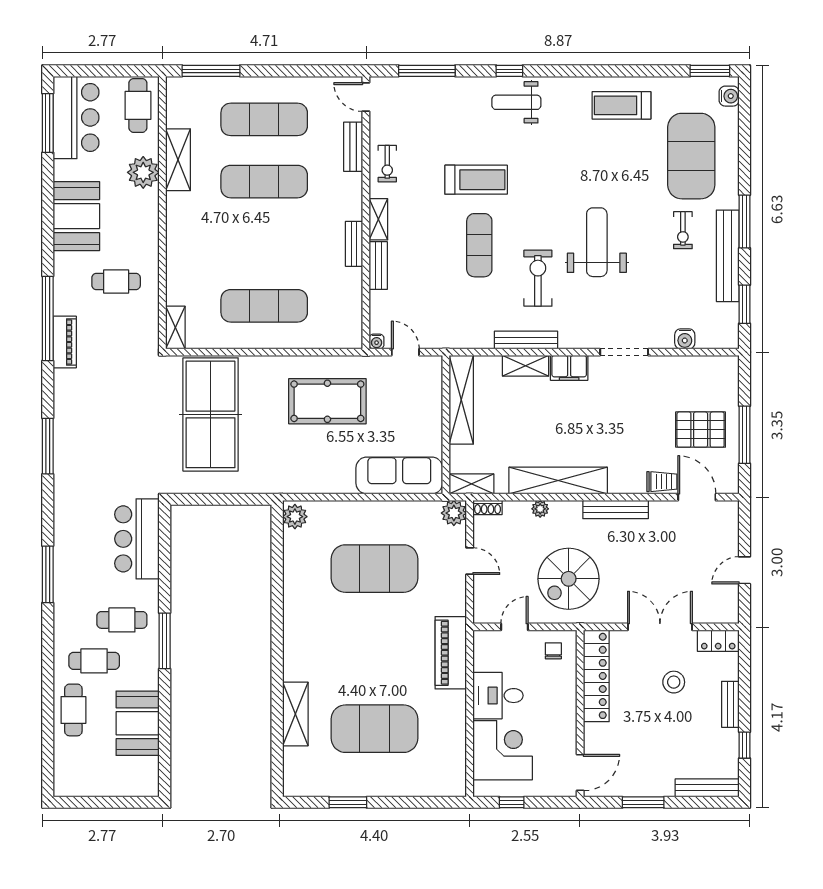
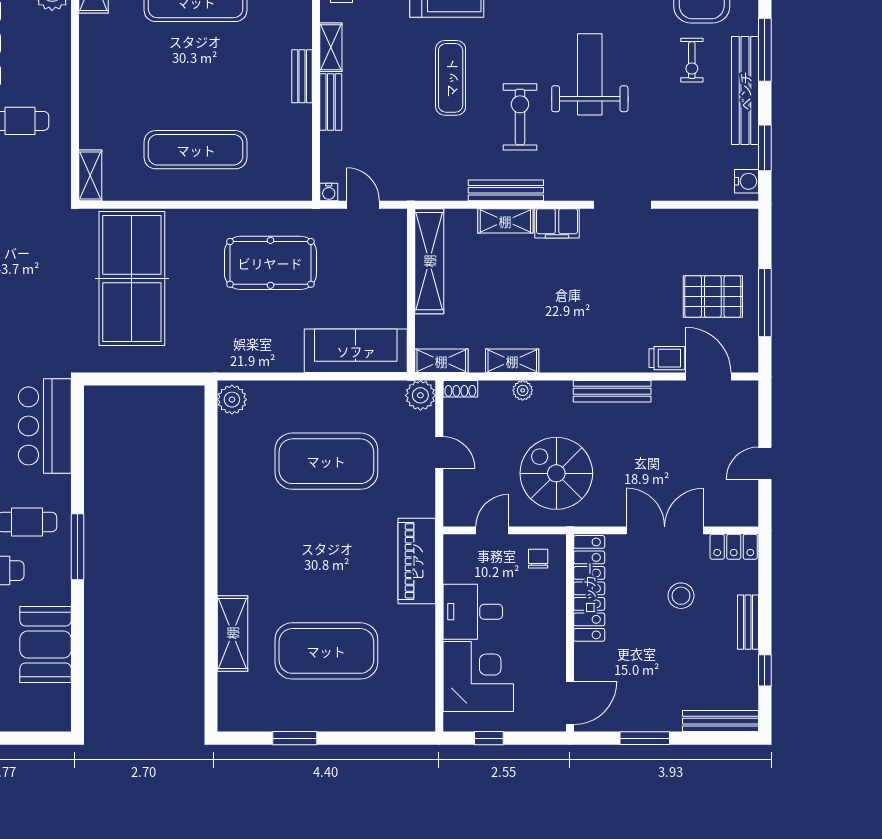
water cooler: (685, 339) -> (747, 181), moved, turned -90
shelving: (558, 480) -> (512, 361), width x0.45, depth x0.75
spiral stairs: (569, 579) -> (556, 473), turned 90

